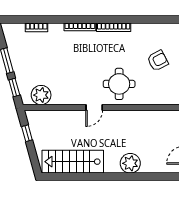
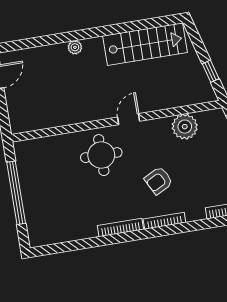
armchair: (158, 61) -> (159, 181), moved
plant: (41, 95) -> (185, 127), moved
plant: (130, 163) -> (75, 47), width x0.53, depth x0.53

